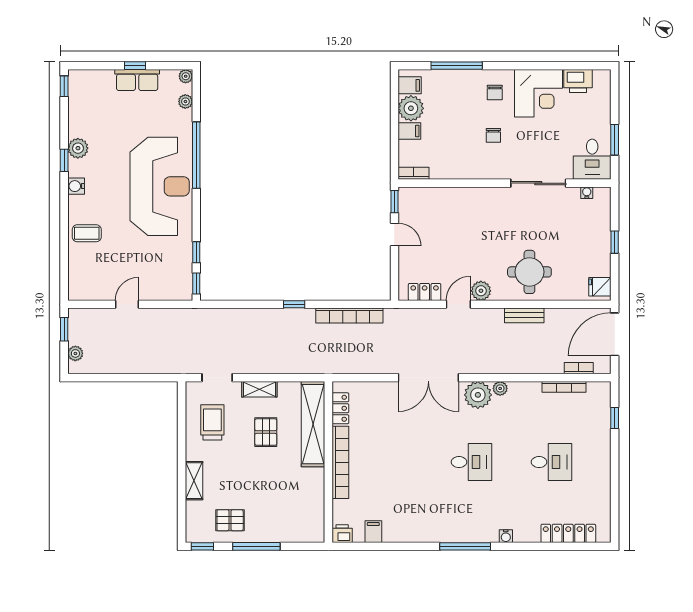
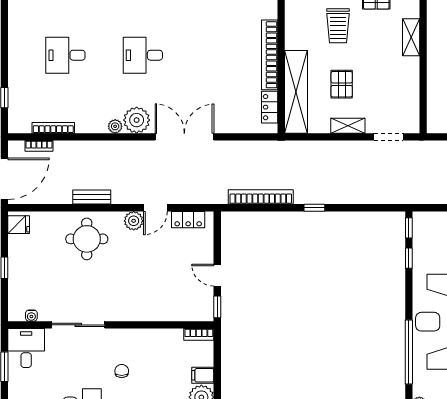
trolley: (212, 422) -> (338, 26), moved

